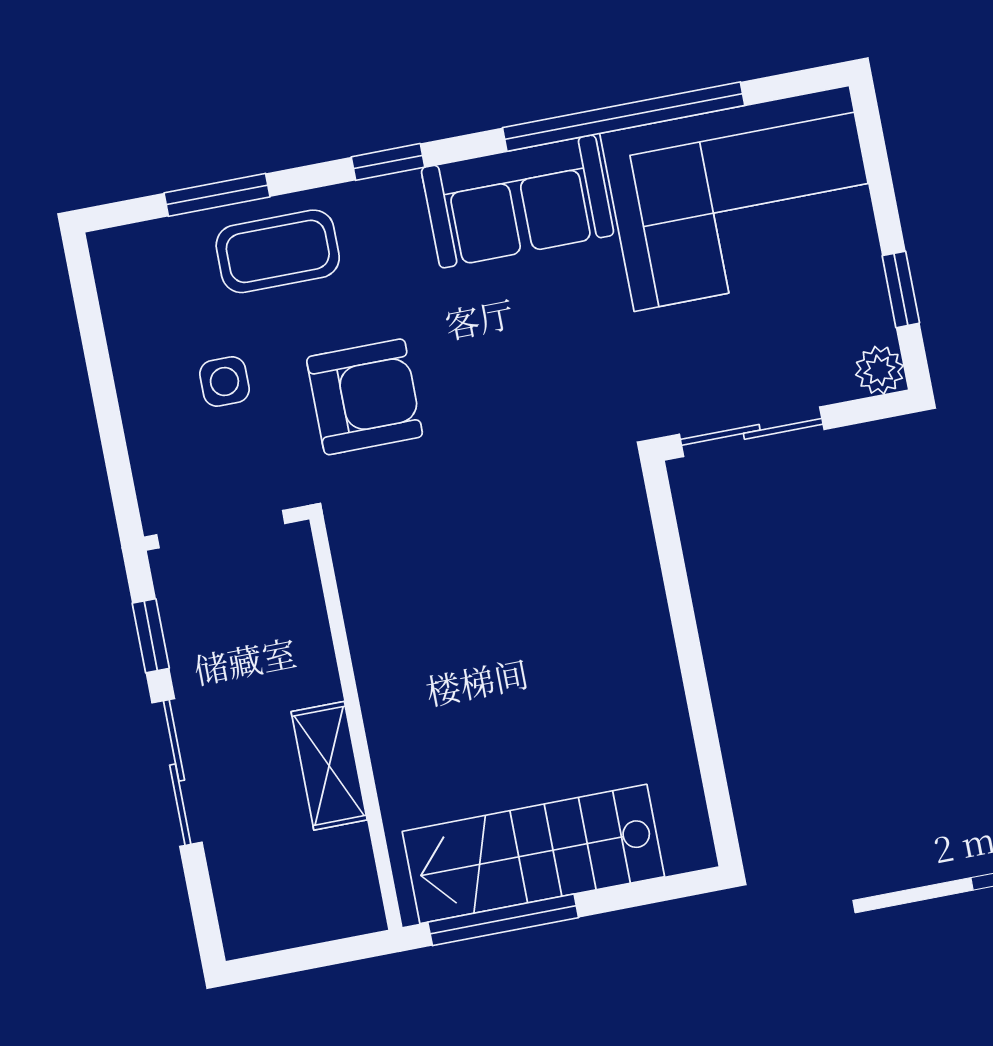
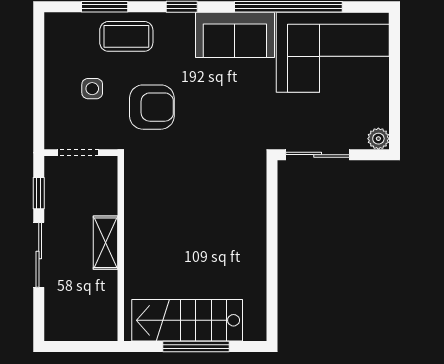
window: (901, 289) -> (395, 105), removed
doorway: (221, 529) -> (78, 153), width x0.73
shelving: (329, 766) -> (106, 243), moved
window: (503, 920) -> (196, 346), moved

